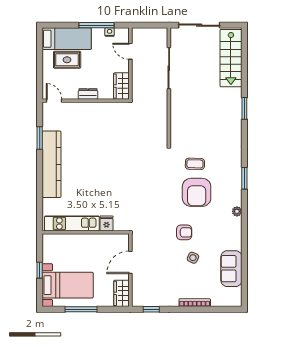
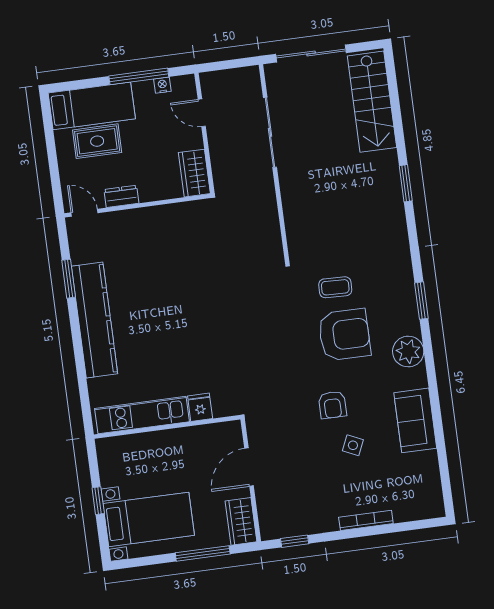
dresser: (88, 94) -> (121, 196), moved
armchair: (197, 192) -> (344, 335), turned -90
plant: (237, 211) -> (408, 351), width x1.88, depth x1.88
armchair: (184, 232) -> (332, 405), turned 90
sofa: (231, 269) -> (415, 420), moved
window: (81, 309) -> (203, 553), moved

